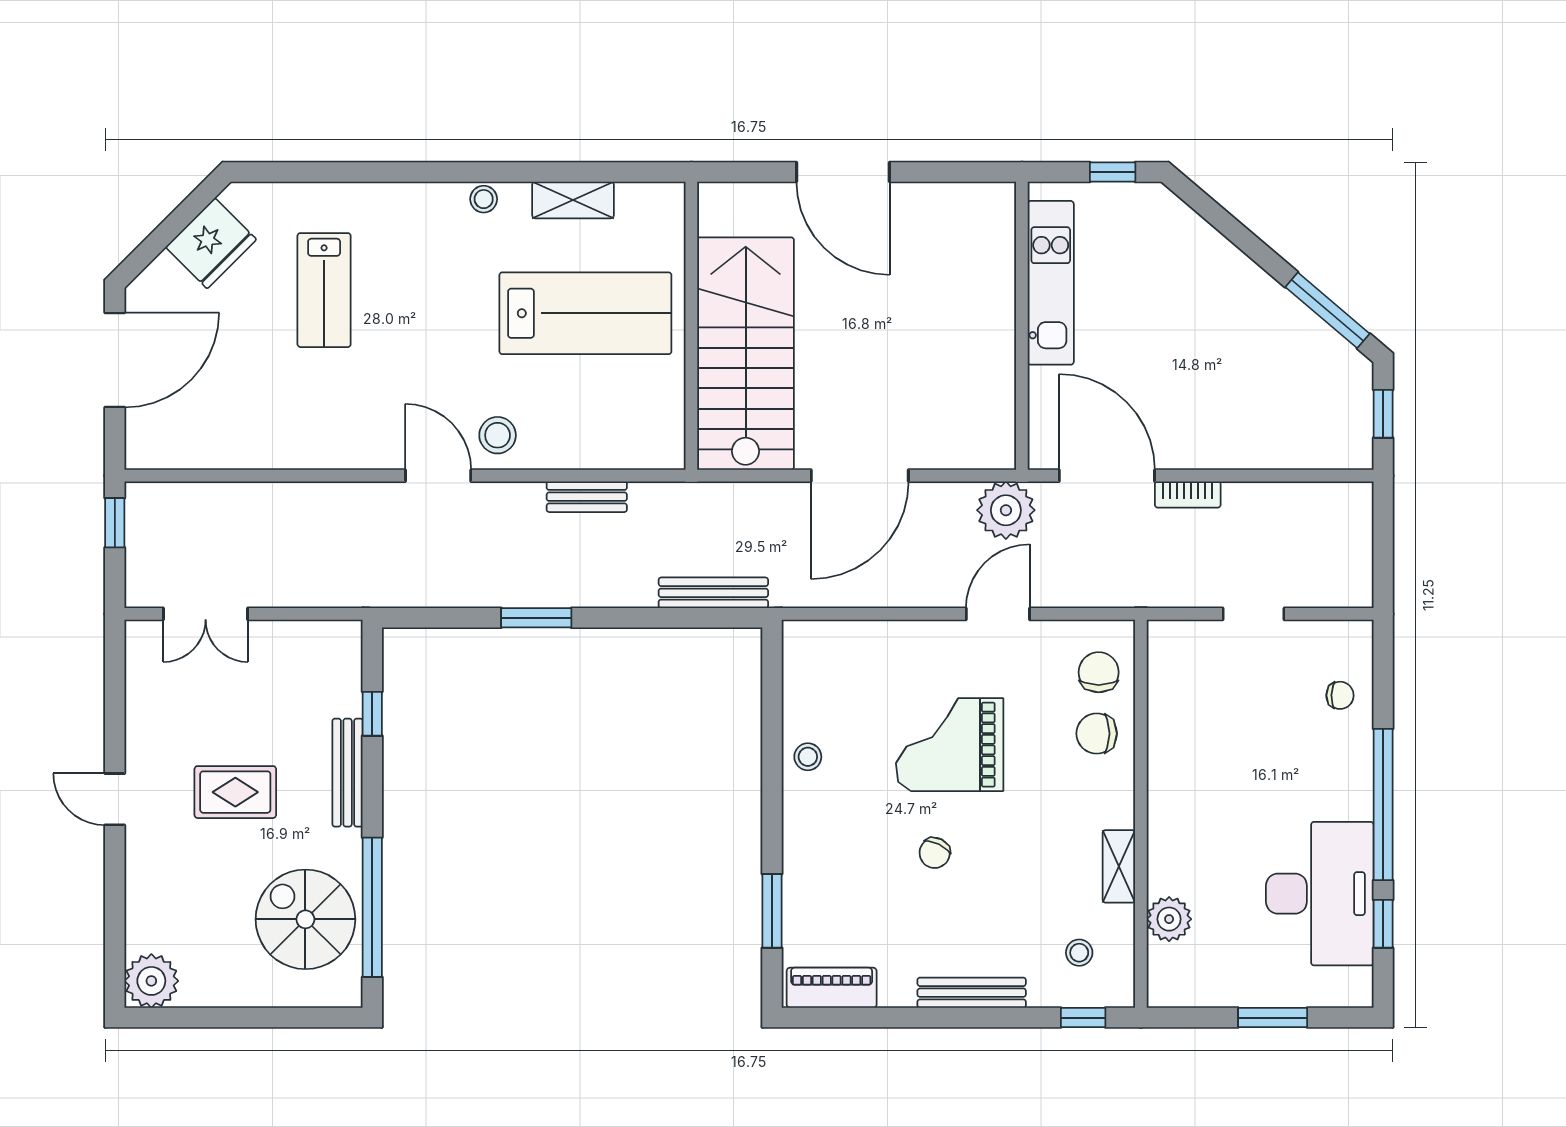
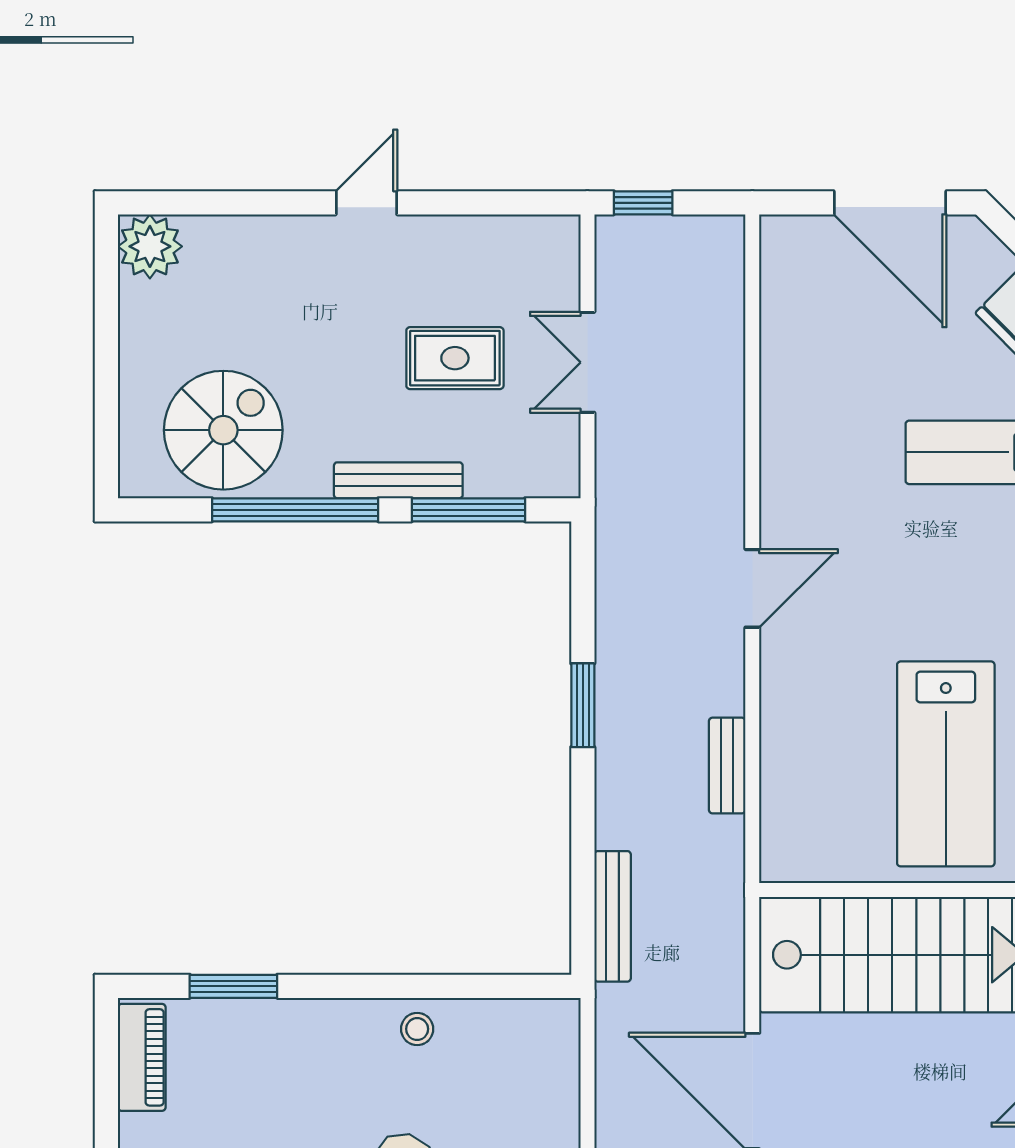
stool: (498, 435) -> (800, 659), removed
window: (115, 523) -> (643, 203), moved
double door: (206, 614) -> (587, 362), moved
window: (372, 714) -> (468, 510), width x2.17
rug: (235, 792) -> (455, 358), moved, turned 90
window: (372, 907) -> (295, 510), moved

